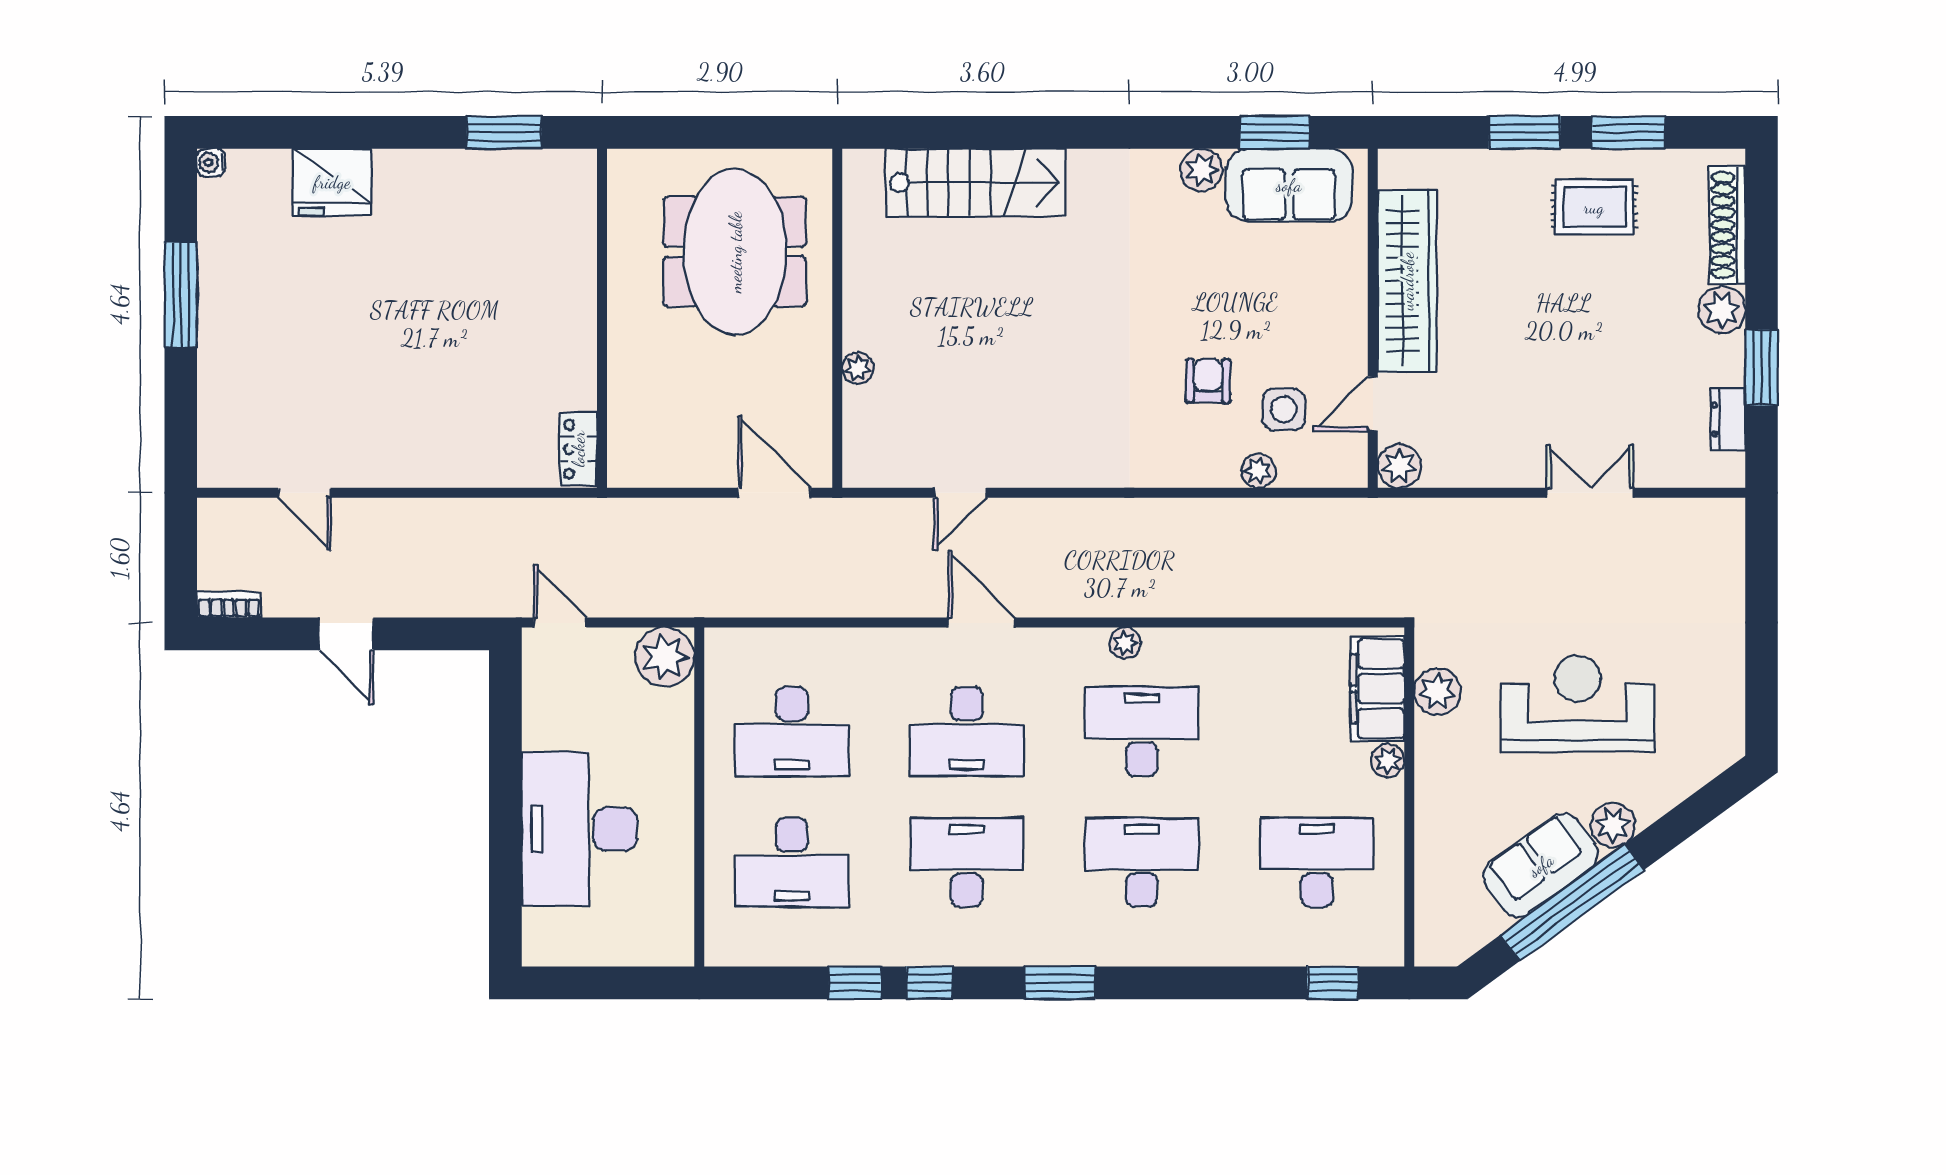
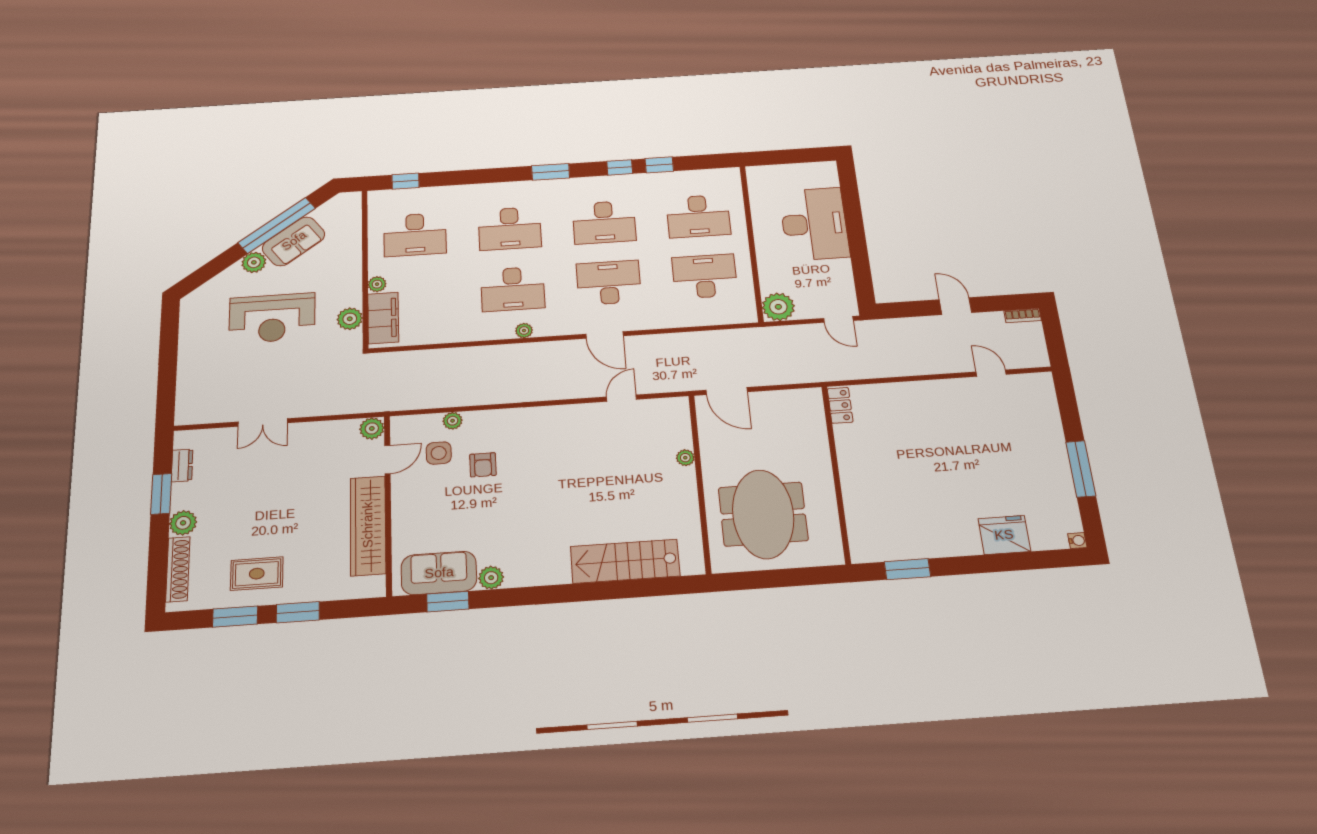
desk: (792, 862) -> (698, 216), turned 180

